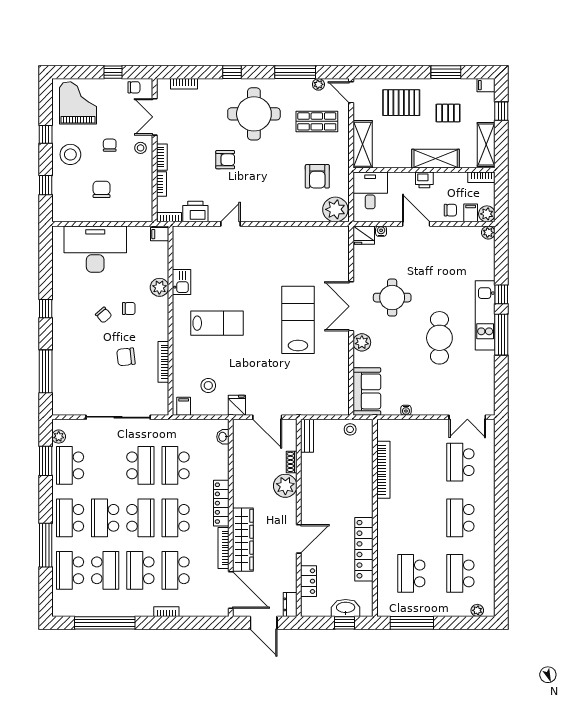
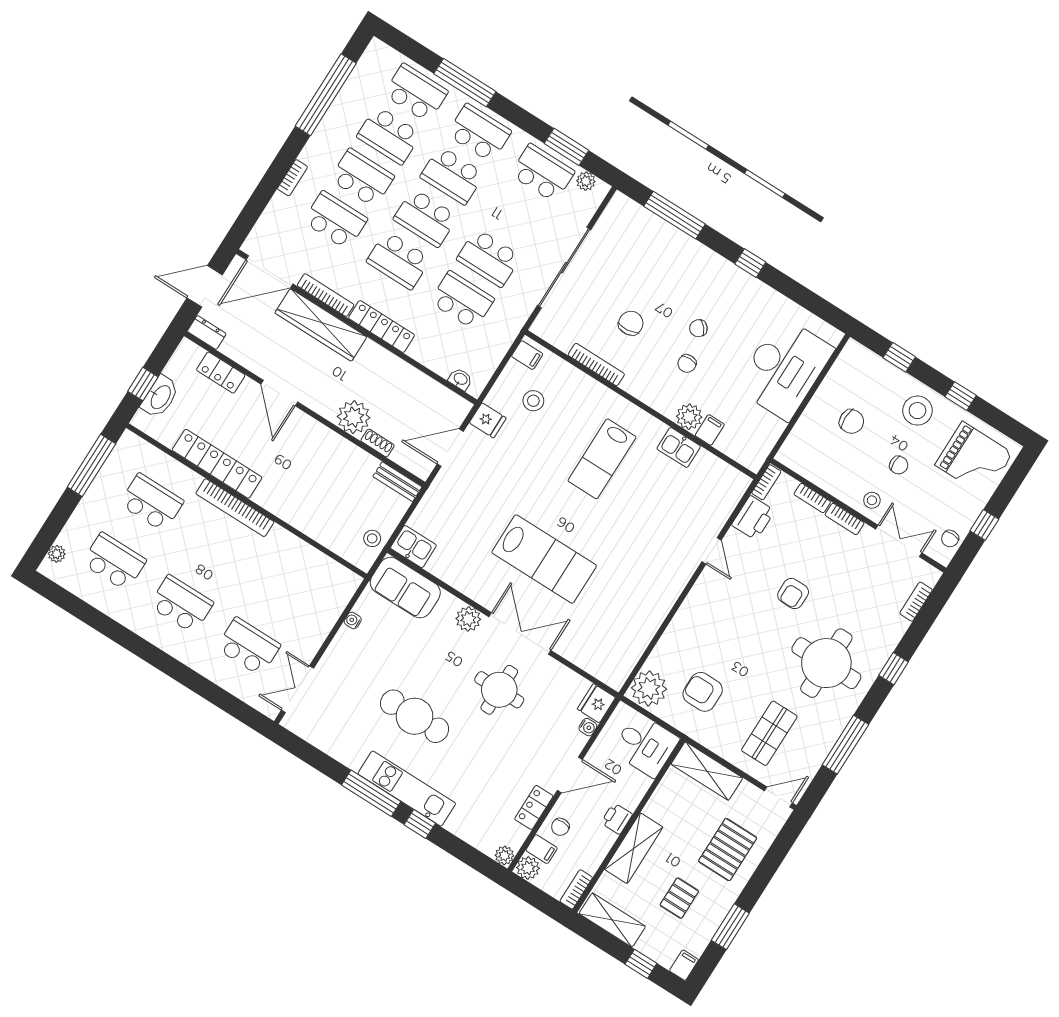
plant: (318, 84) -> (813, 764), removed
locker: (449, 233) -> (534, 807), added
filing cabinet: (160, 234) -> (710, 430), moved
kitchen sink: (340, 402) -> (413, 547), added
bookcase: (383, 470) -> (235, 508), moved
school desk: (105, 518) -> (452, 175), turned 180
school desk: (176, 518) -> (399, 260), turned 180

